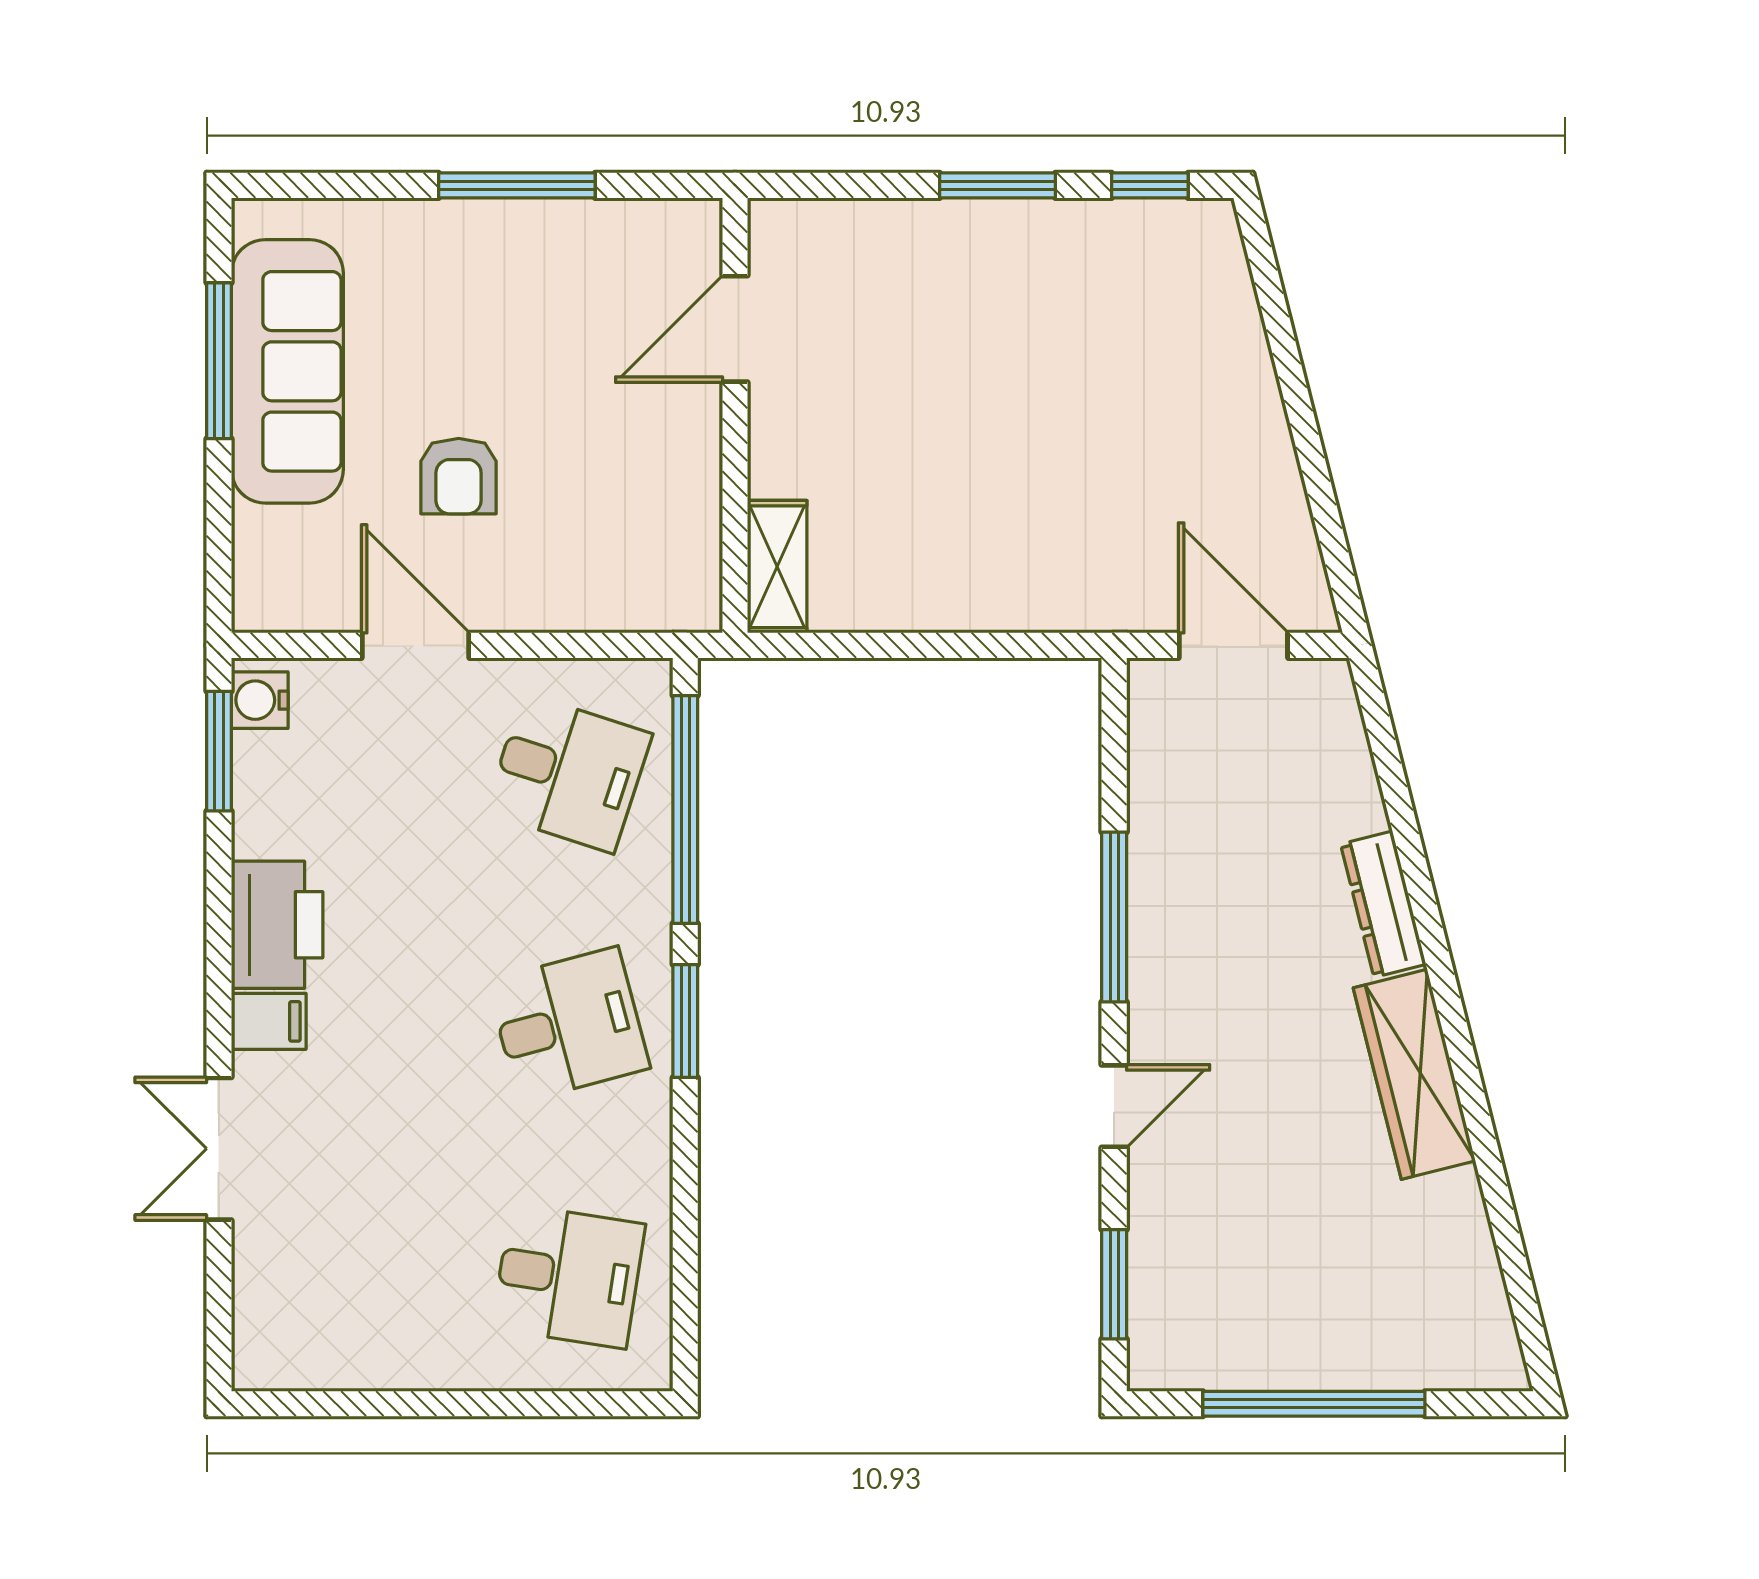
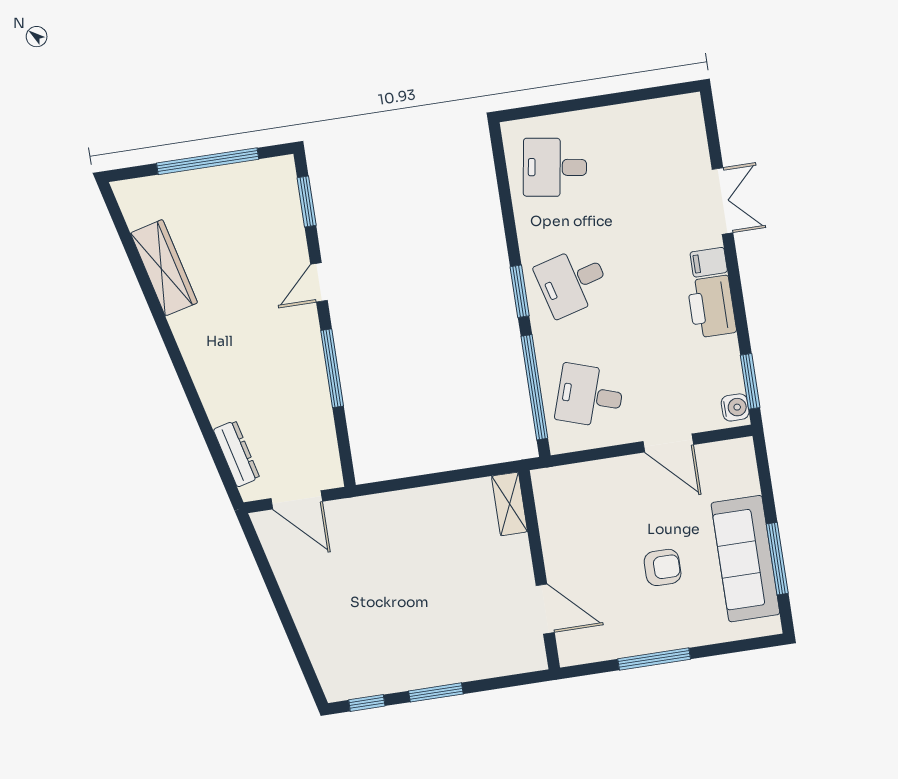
door: (735, 329) -> (545, 609), hinge flipped
armchair: (459, 476) -> (663, 567), moved, turned 90
dresser: (1383, 904) -> (236, 454), moved
wardrobe: (1414, 1074) -> (164, 268), moved

